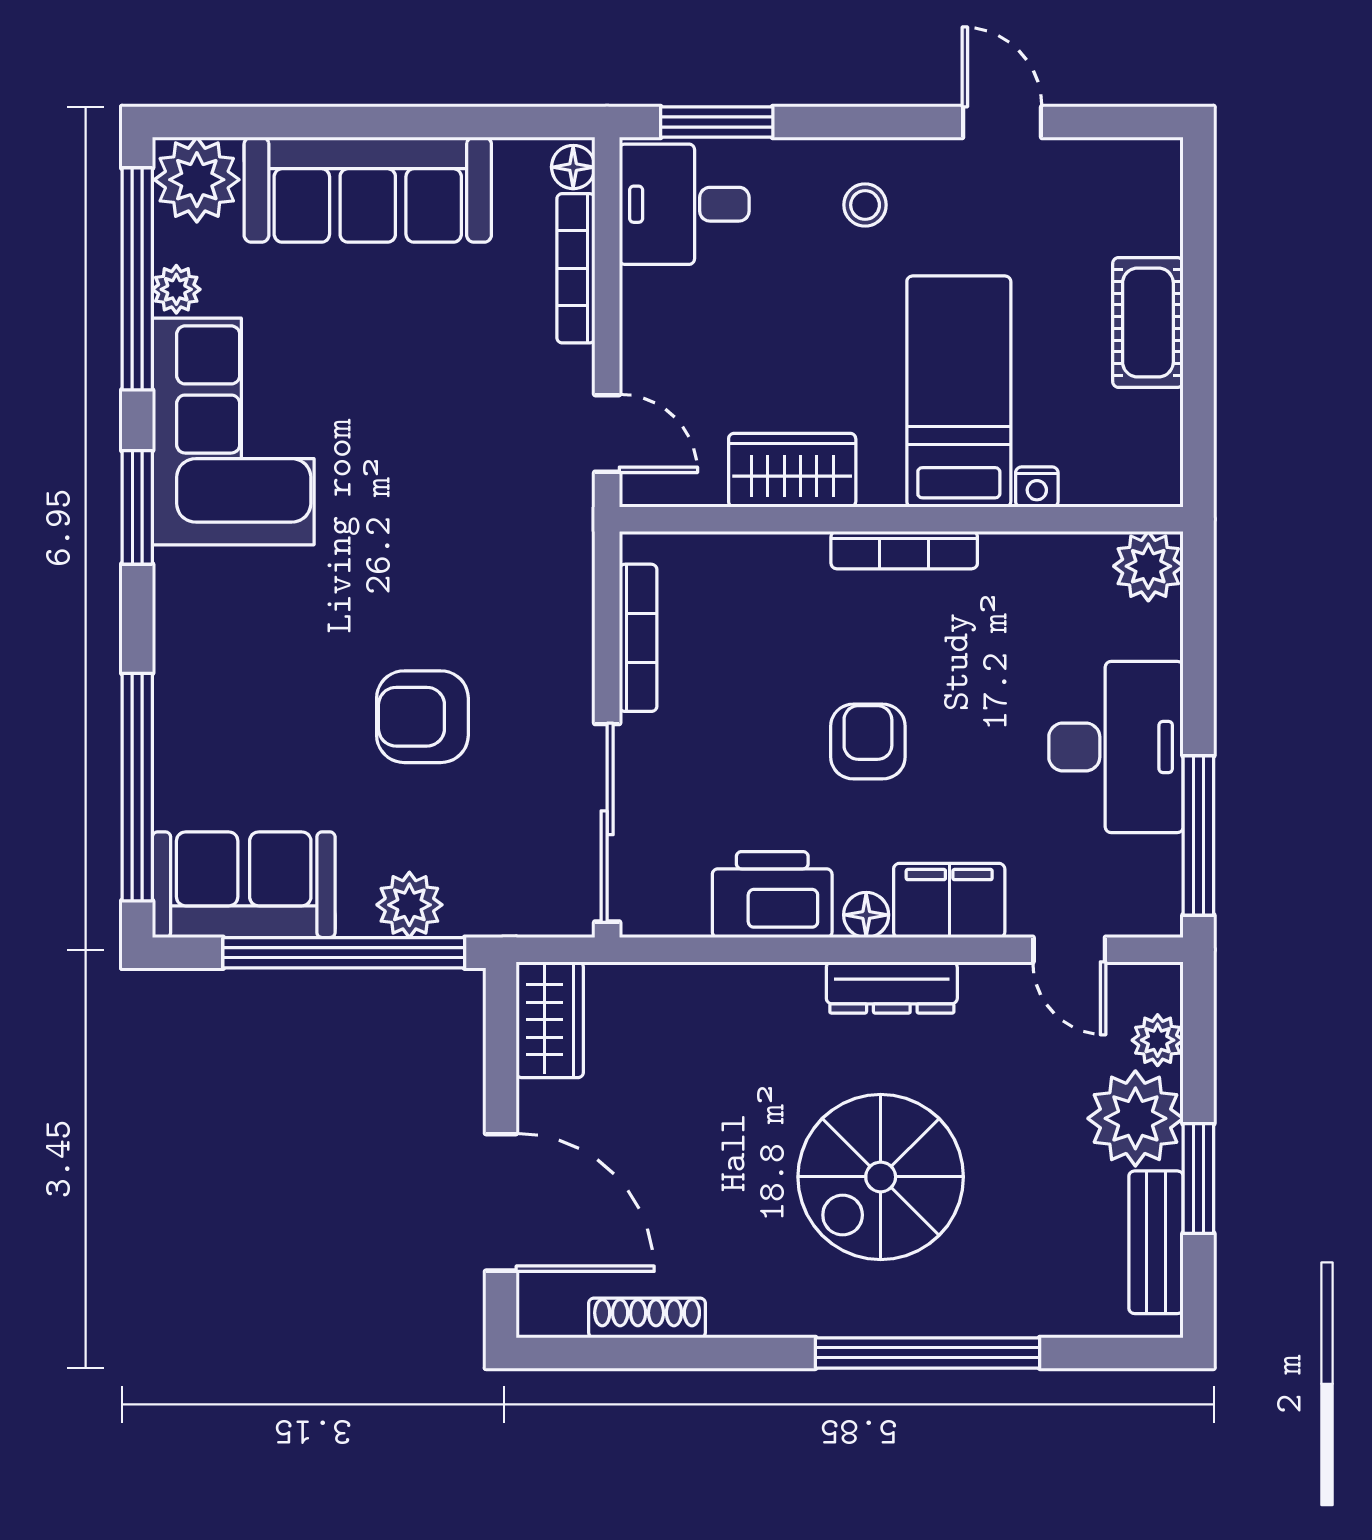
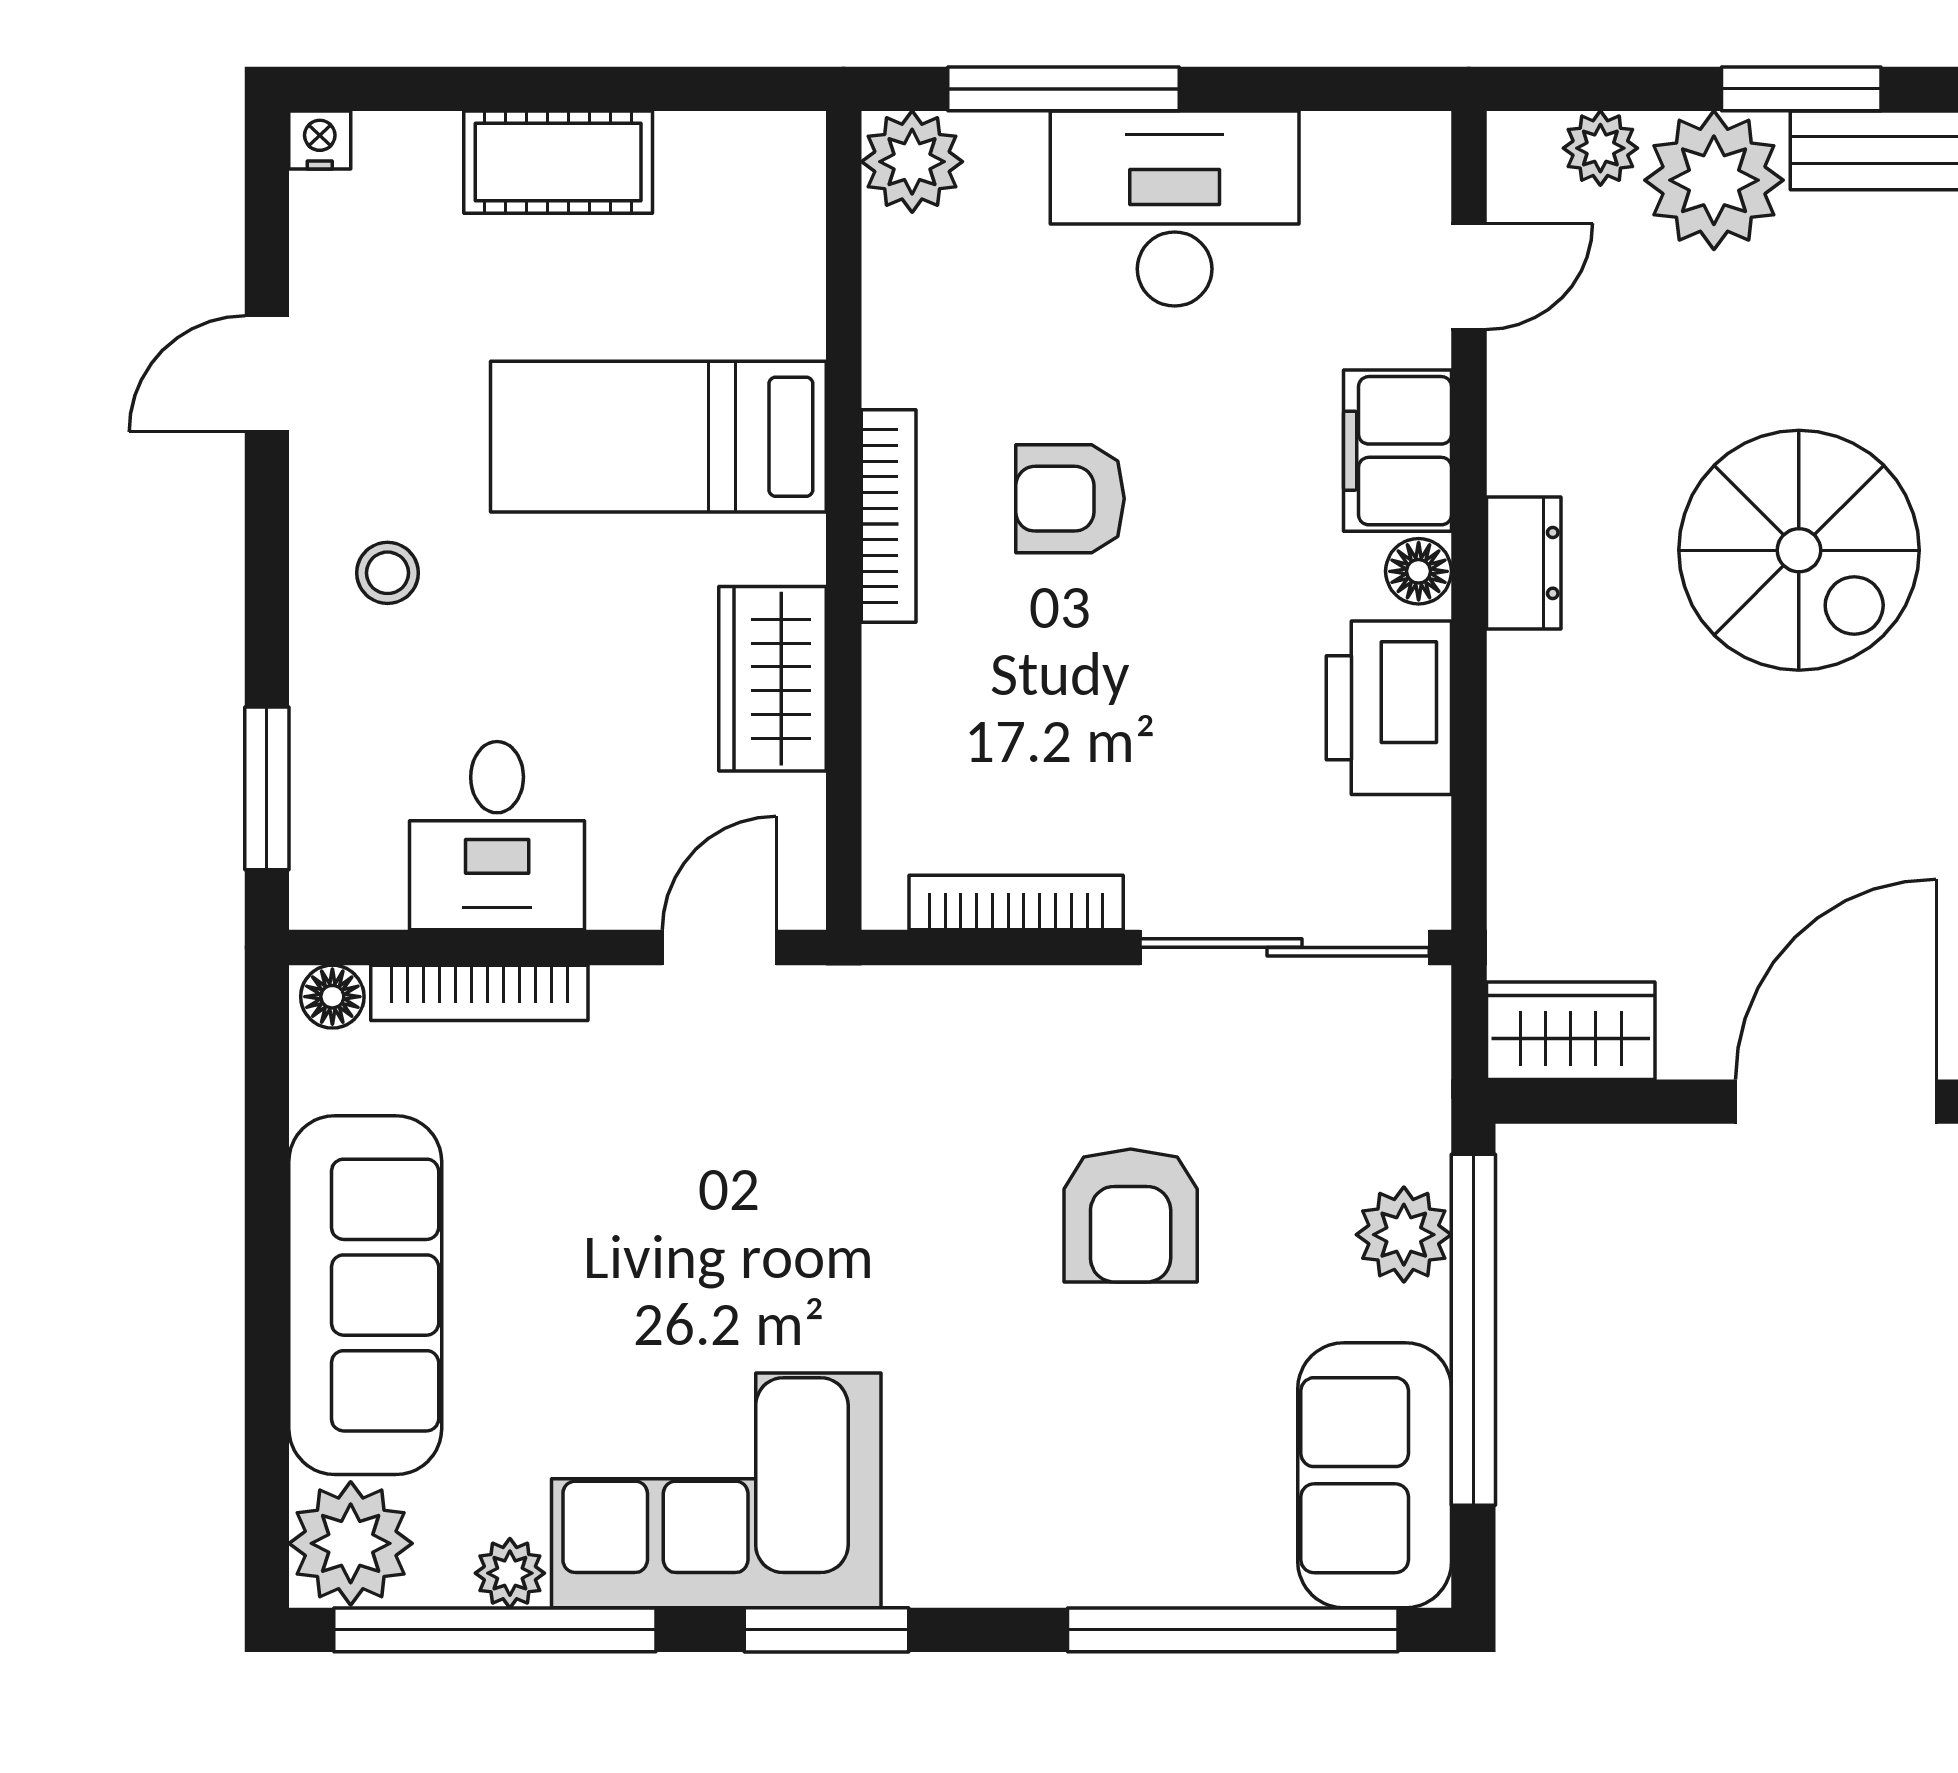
desk: (684, 204) -> (497, 836), moved
nightstand: (1037, 487) -> (320, 140), moved, turned -90
armchair: (868, 742) -> (1070, 499), moved
window: (1198, 835) -> (1063, 89), moved
dresser: (892, 987) -> (1524, 563), width x0.70

